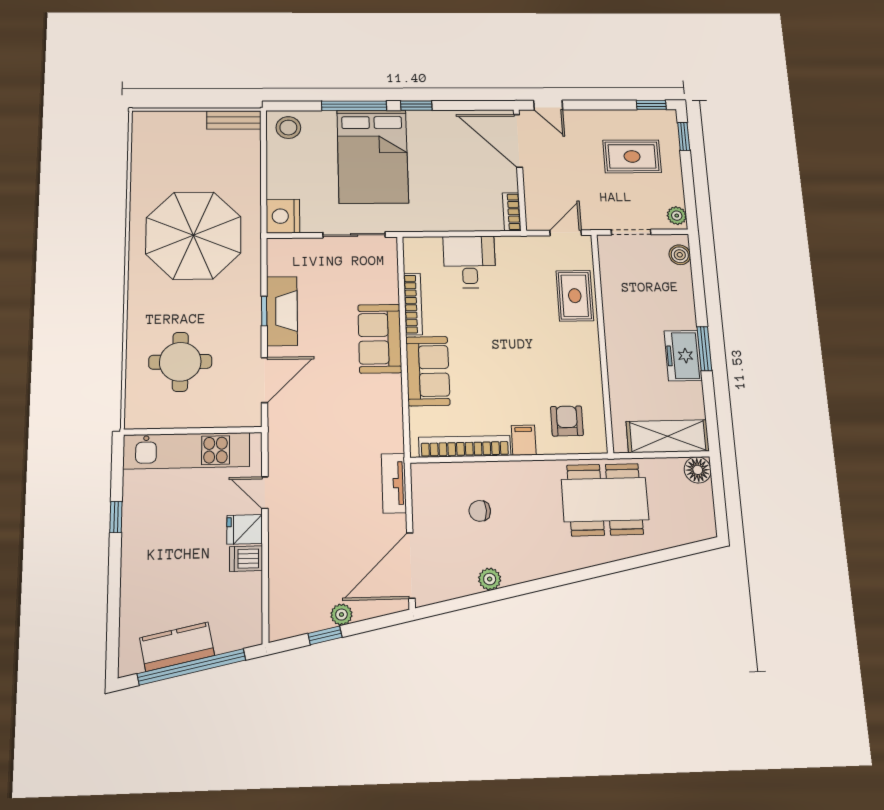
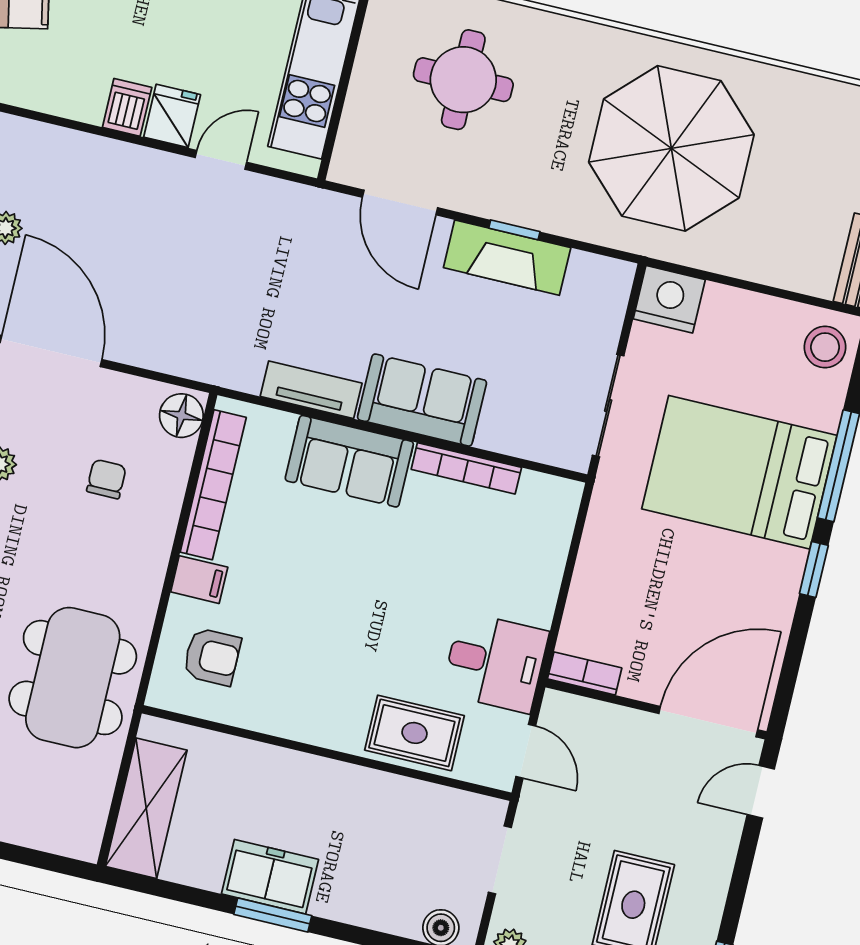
desk: (469, 262) -> (495, 662), moved
floor lamp: (698, 470) -> (181, 416), moved
tv unit: (394, 483) -> (311, 390), moved

